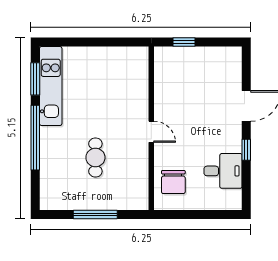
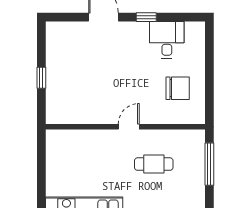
wall: (151, 128) -> (125, 127), moved
door: (151, 132) -> (129, 127), moved

